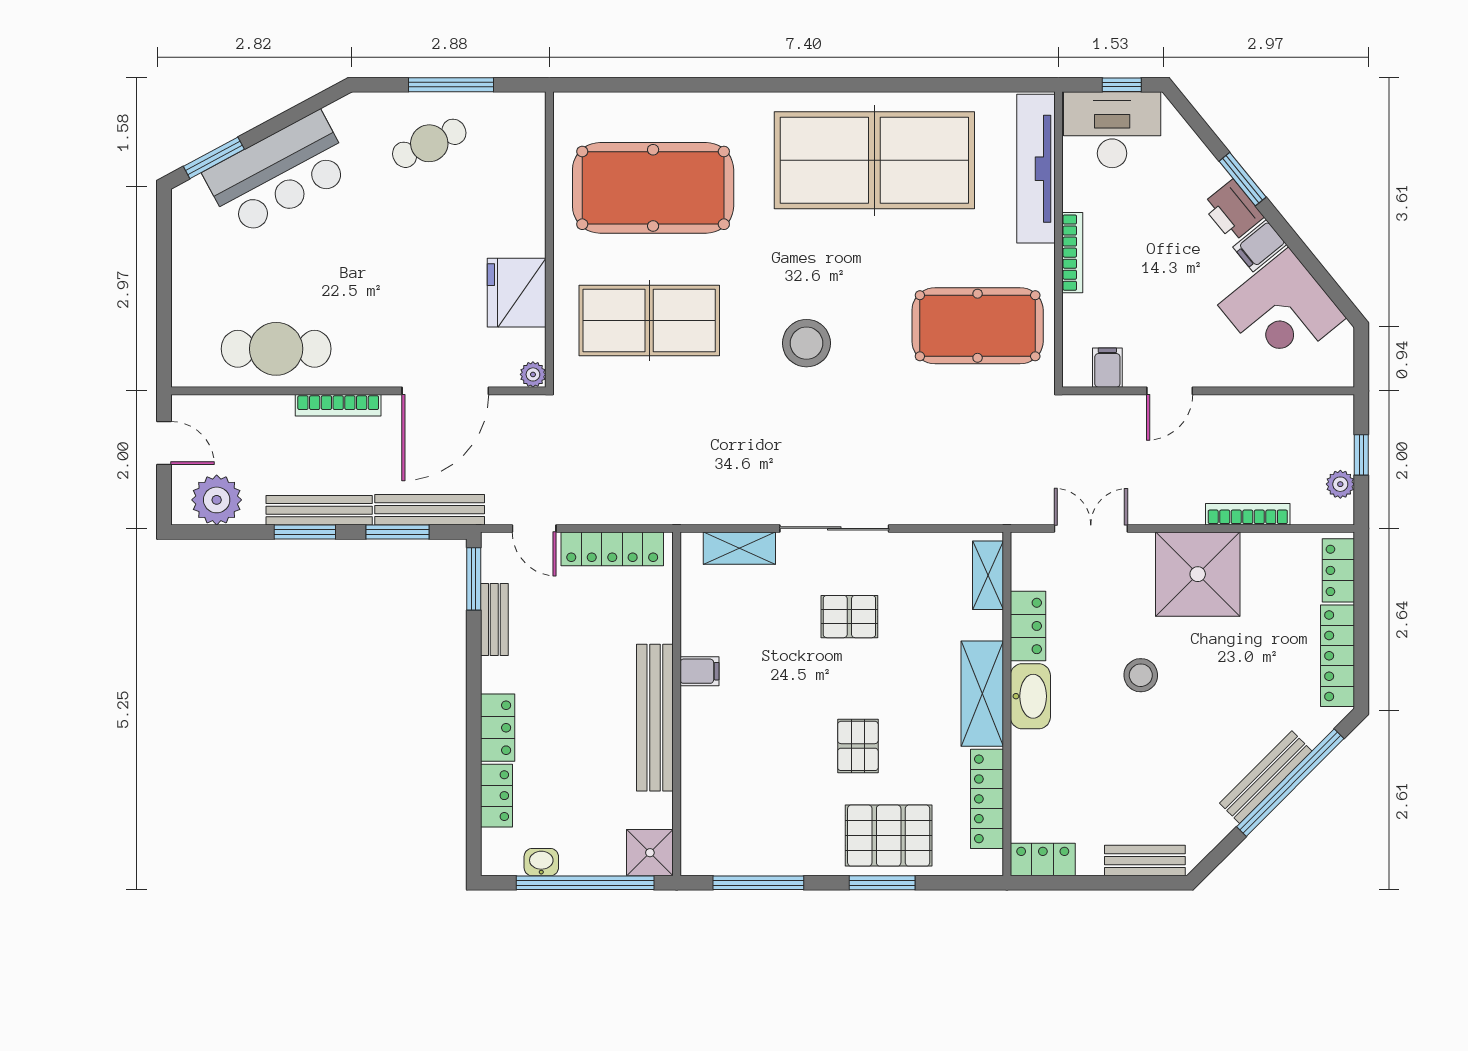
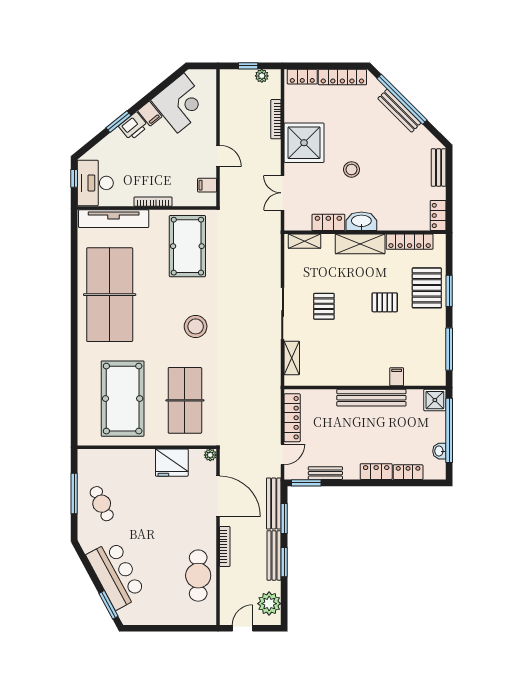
filing cabinet: (700, 671) -> (397, 377), moved

